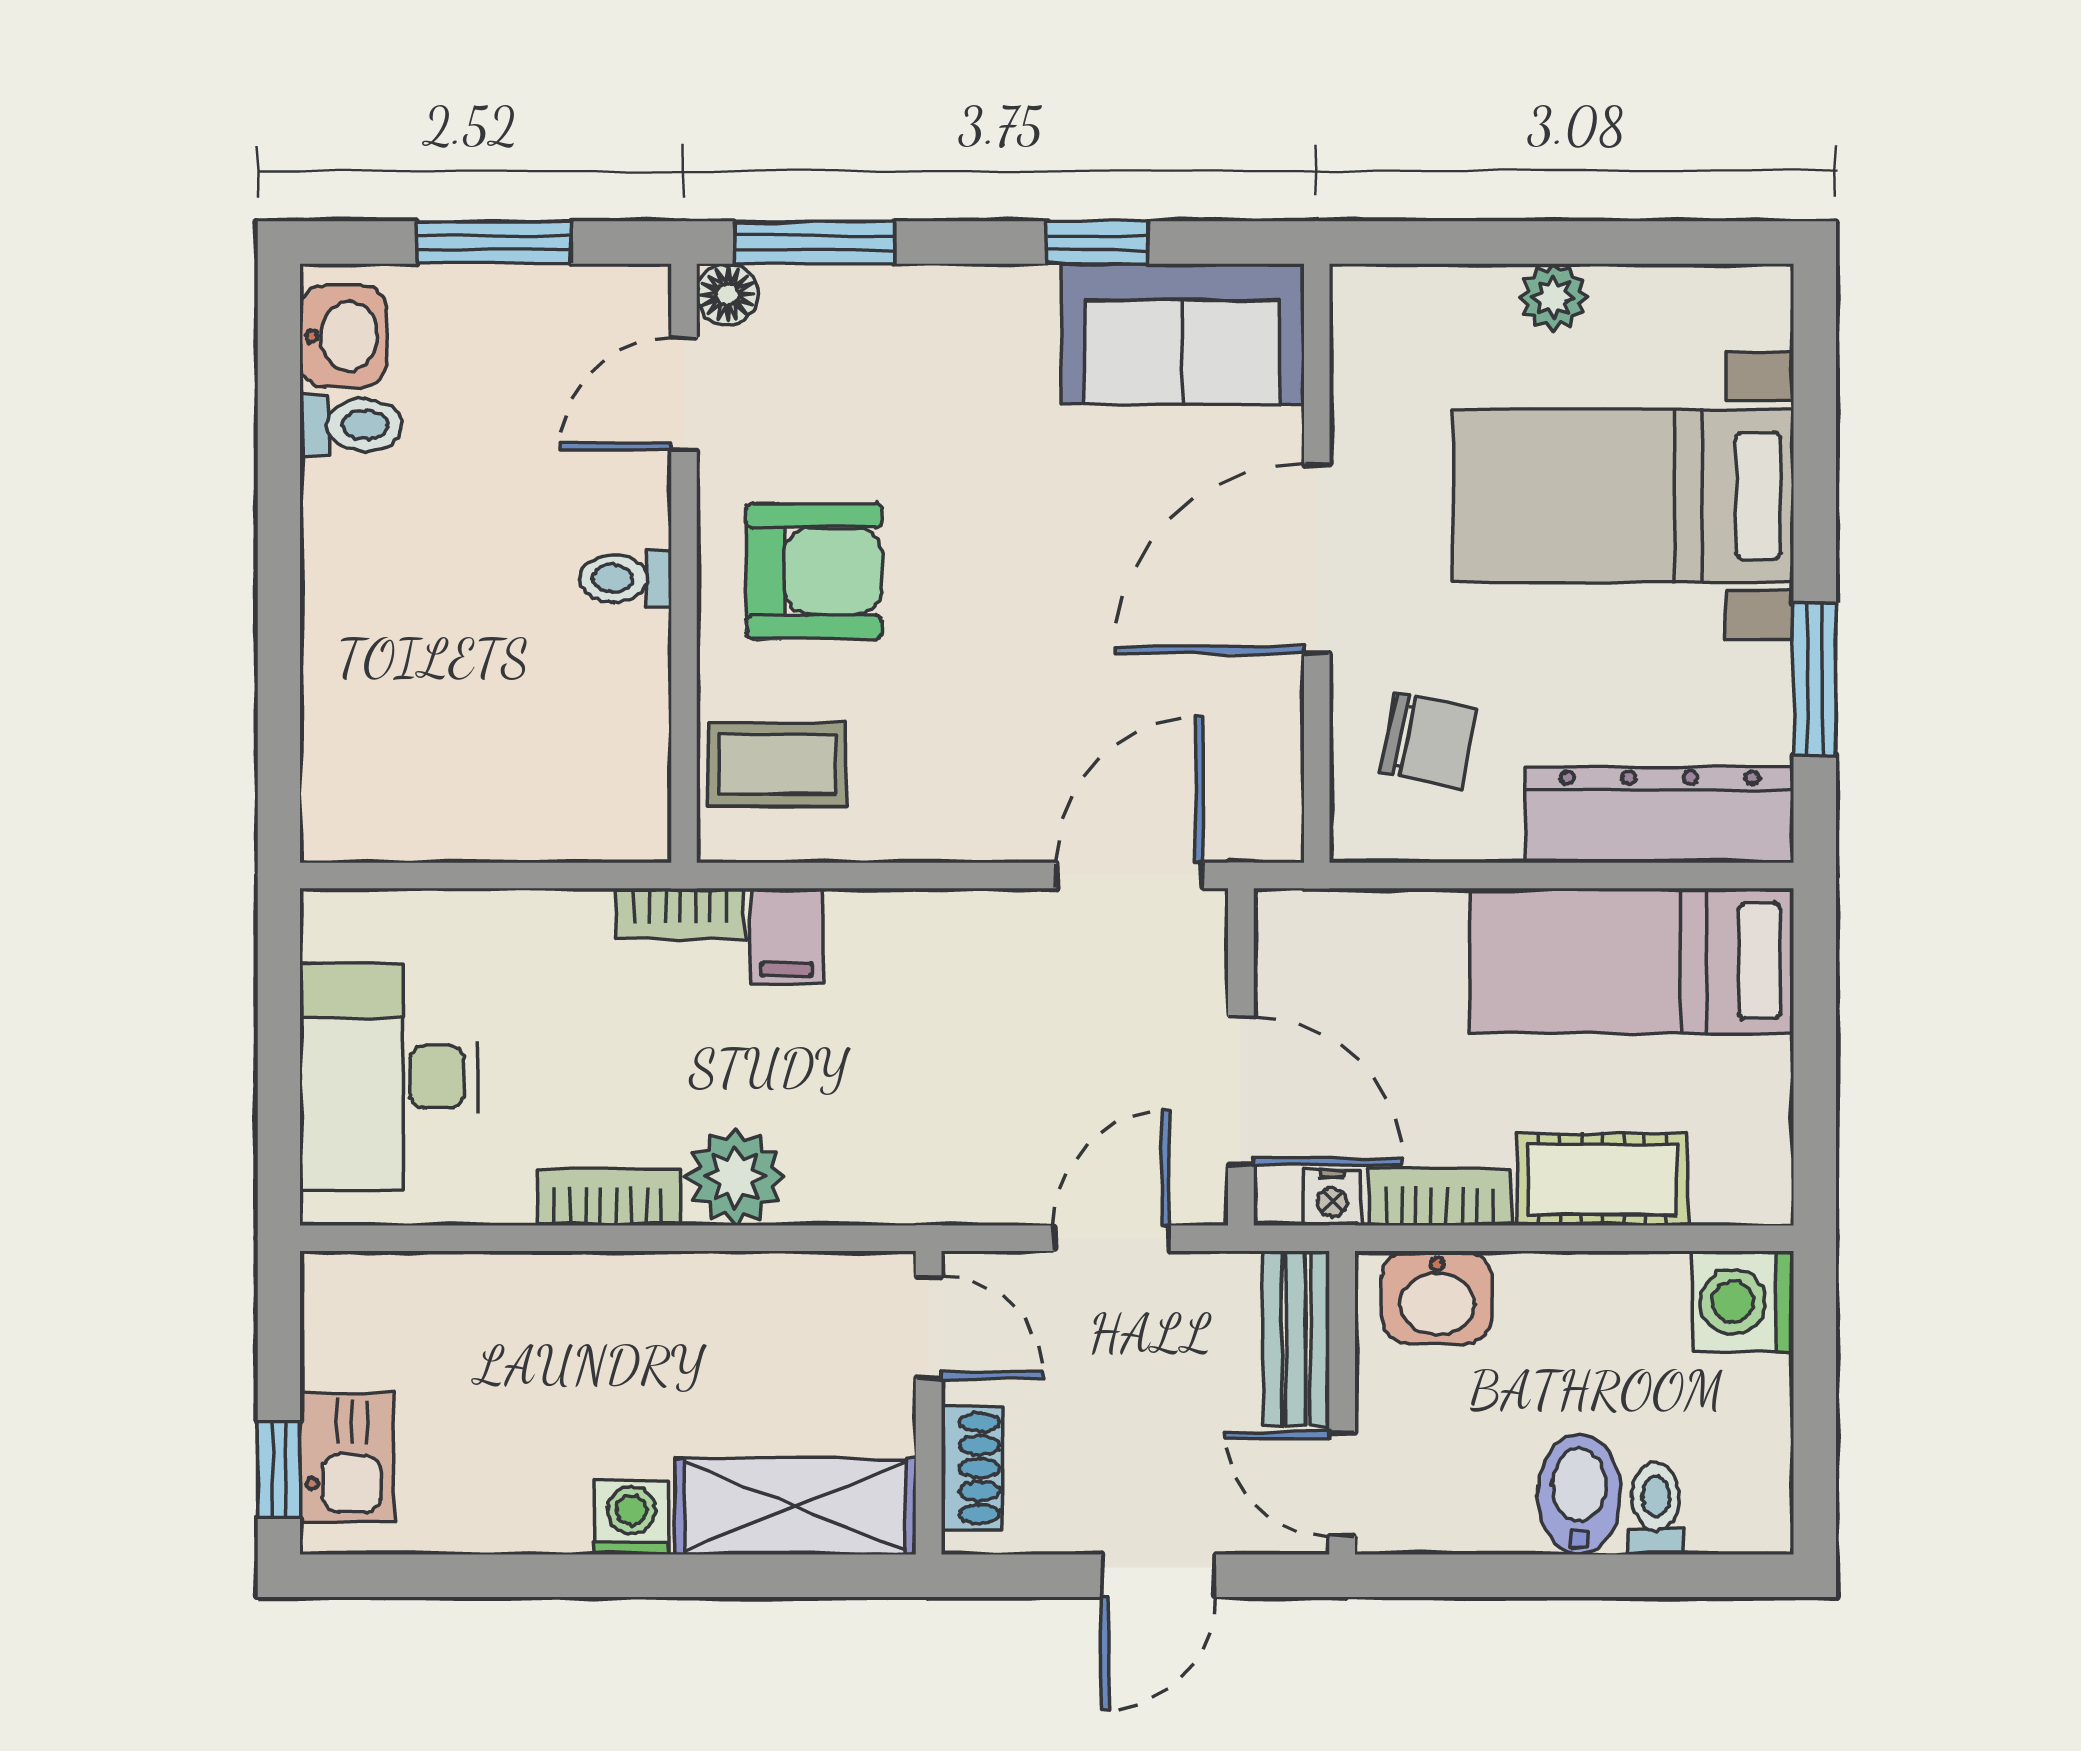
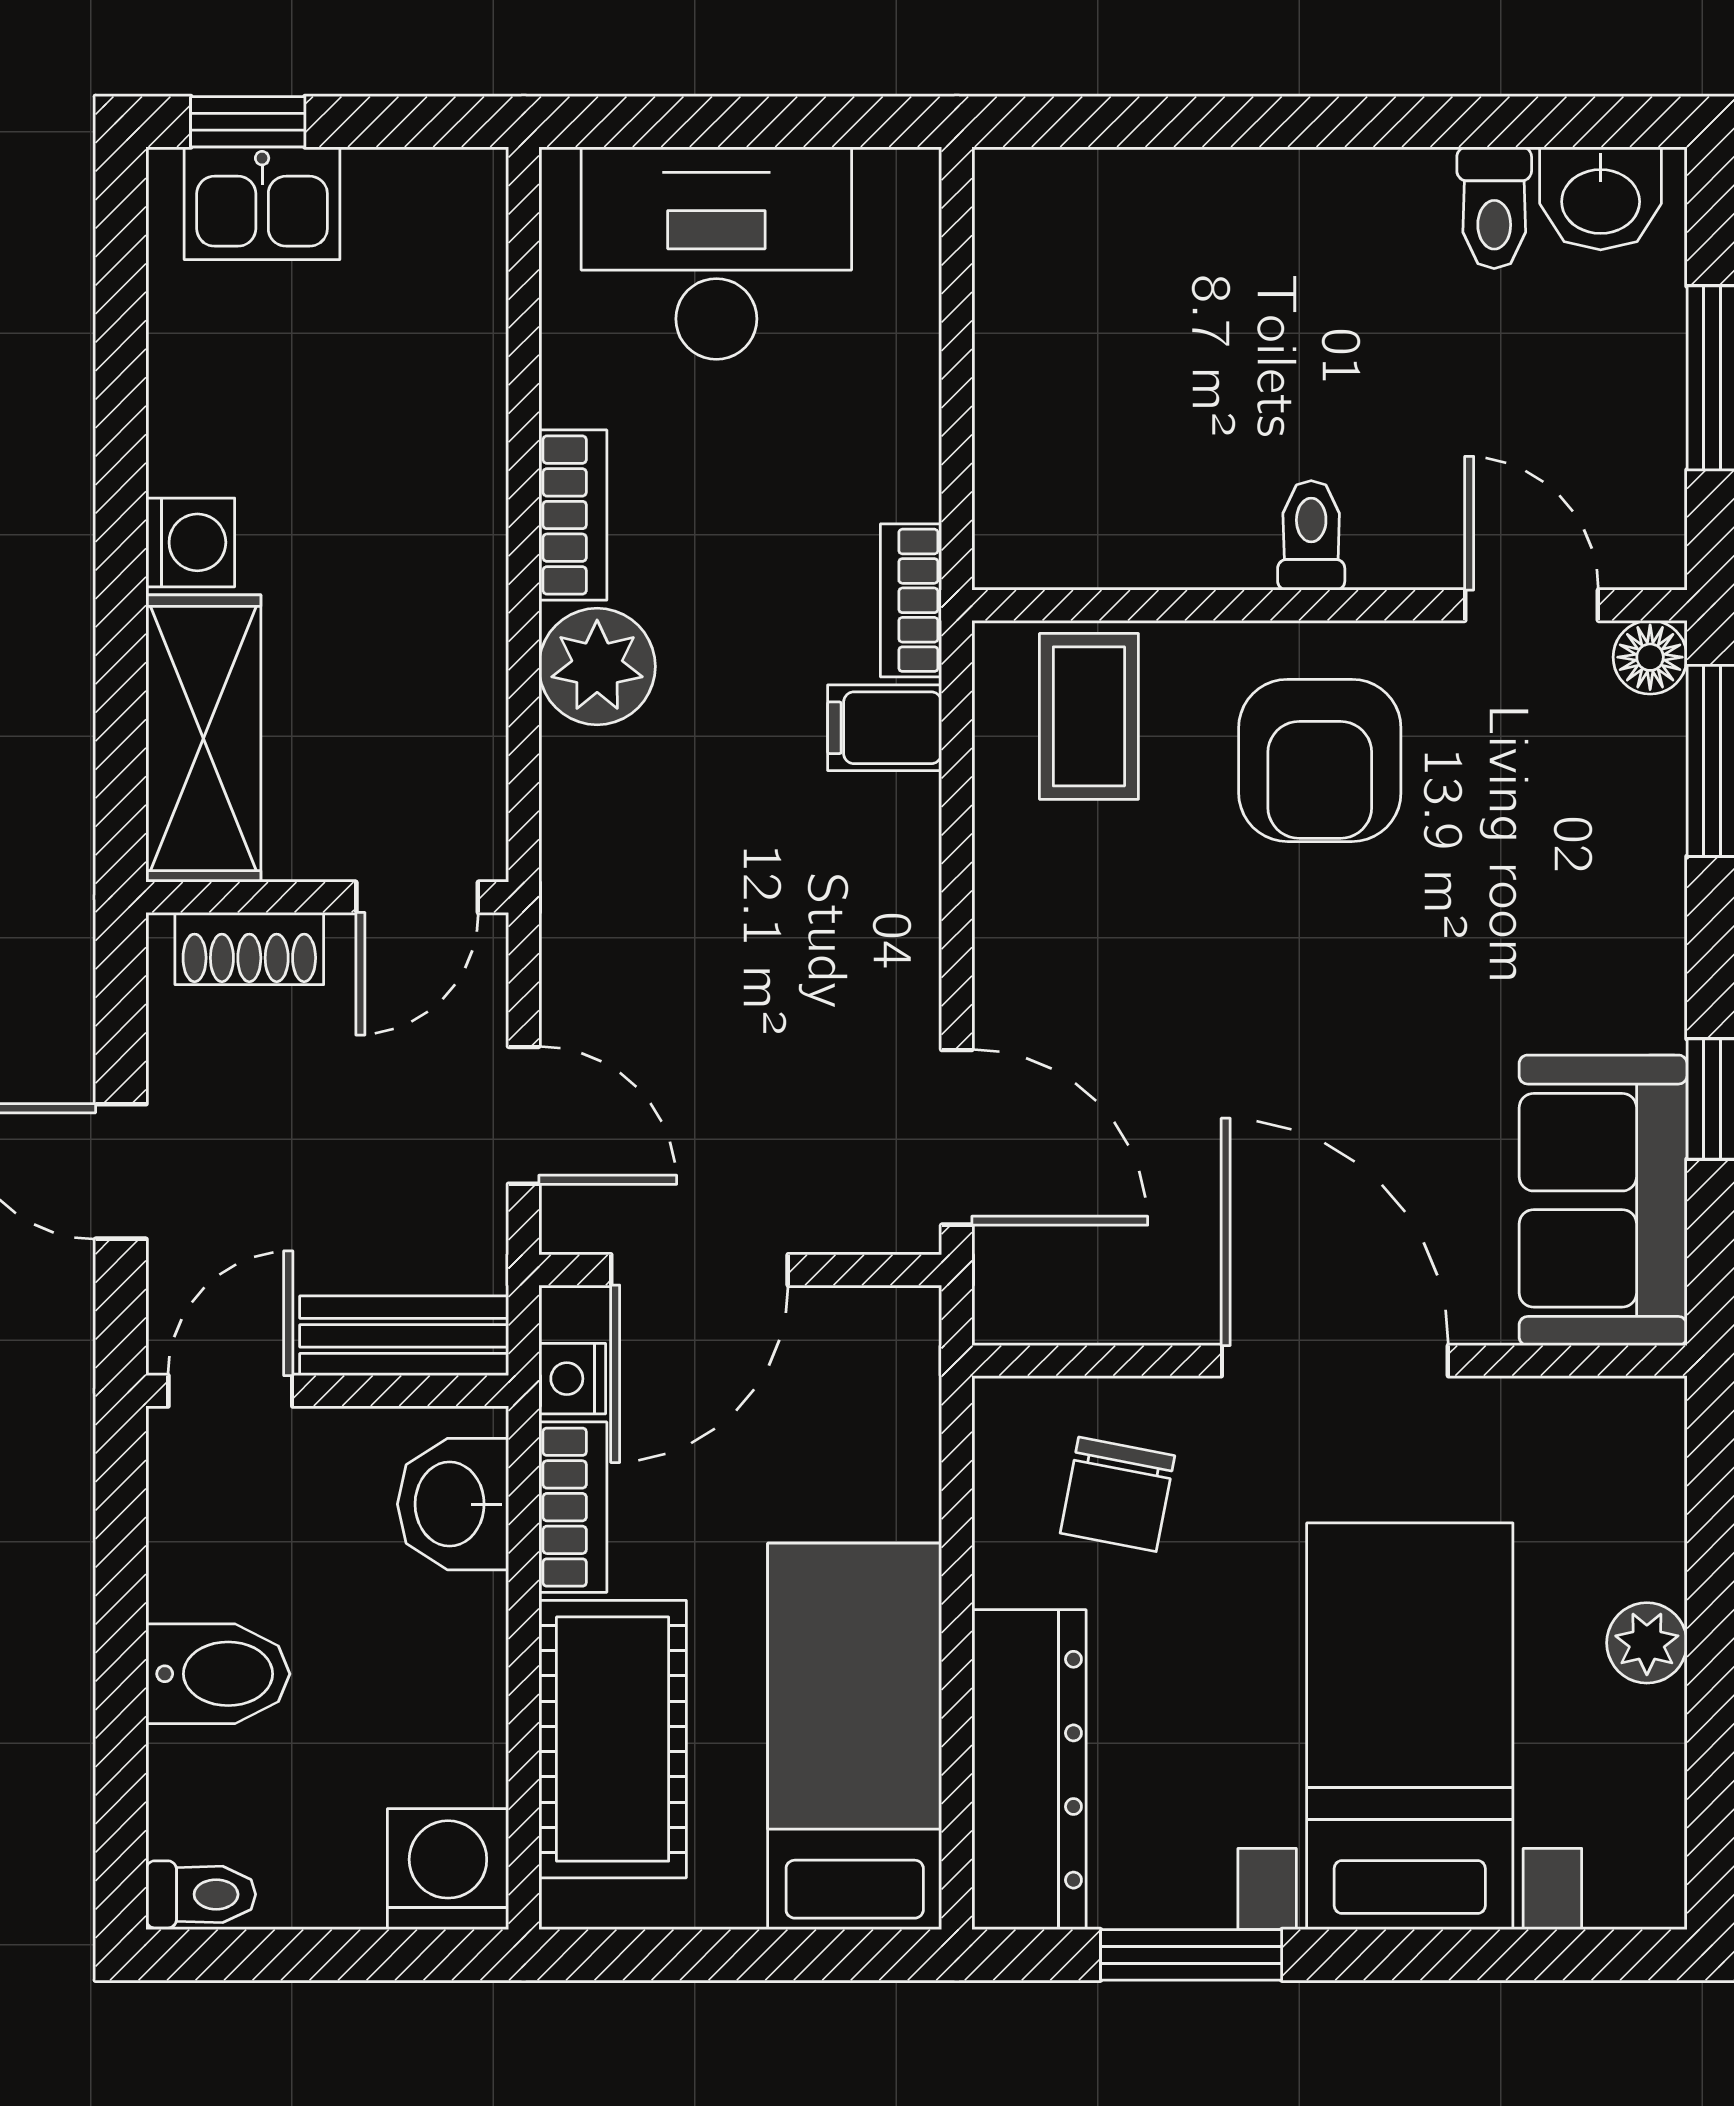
cot: (1603, 1179) -> (613, 1739), width x1.37, depth x1.34
toilet: (1656, 1509) -> (201, 1894), moved

